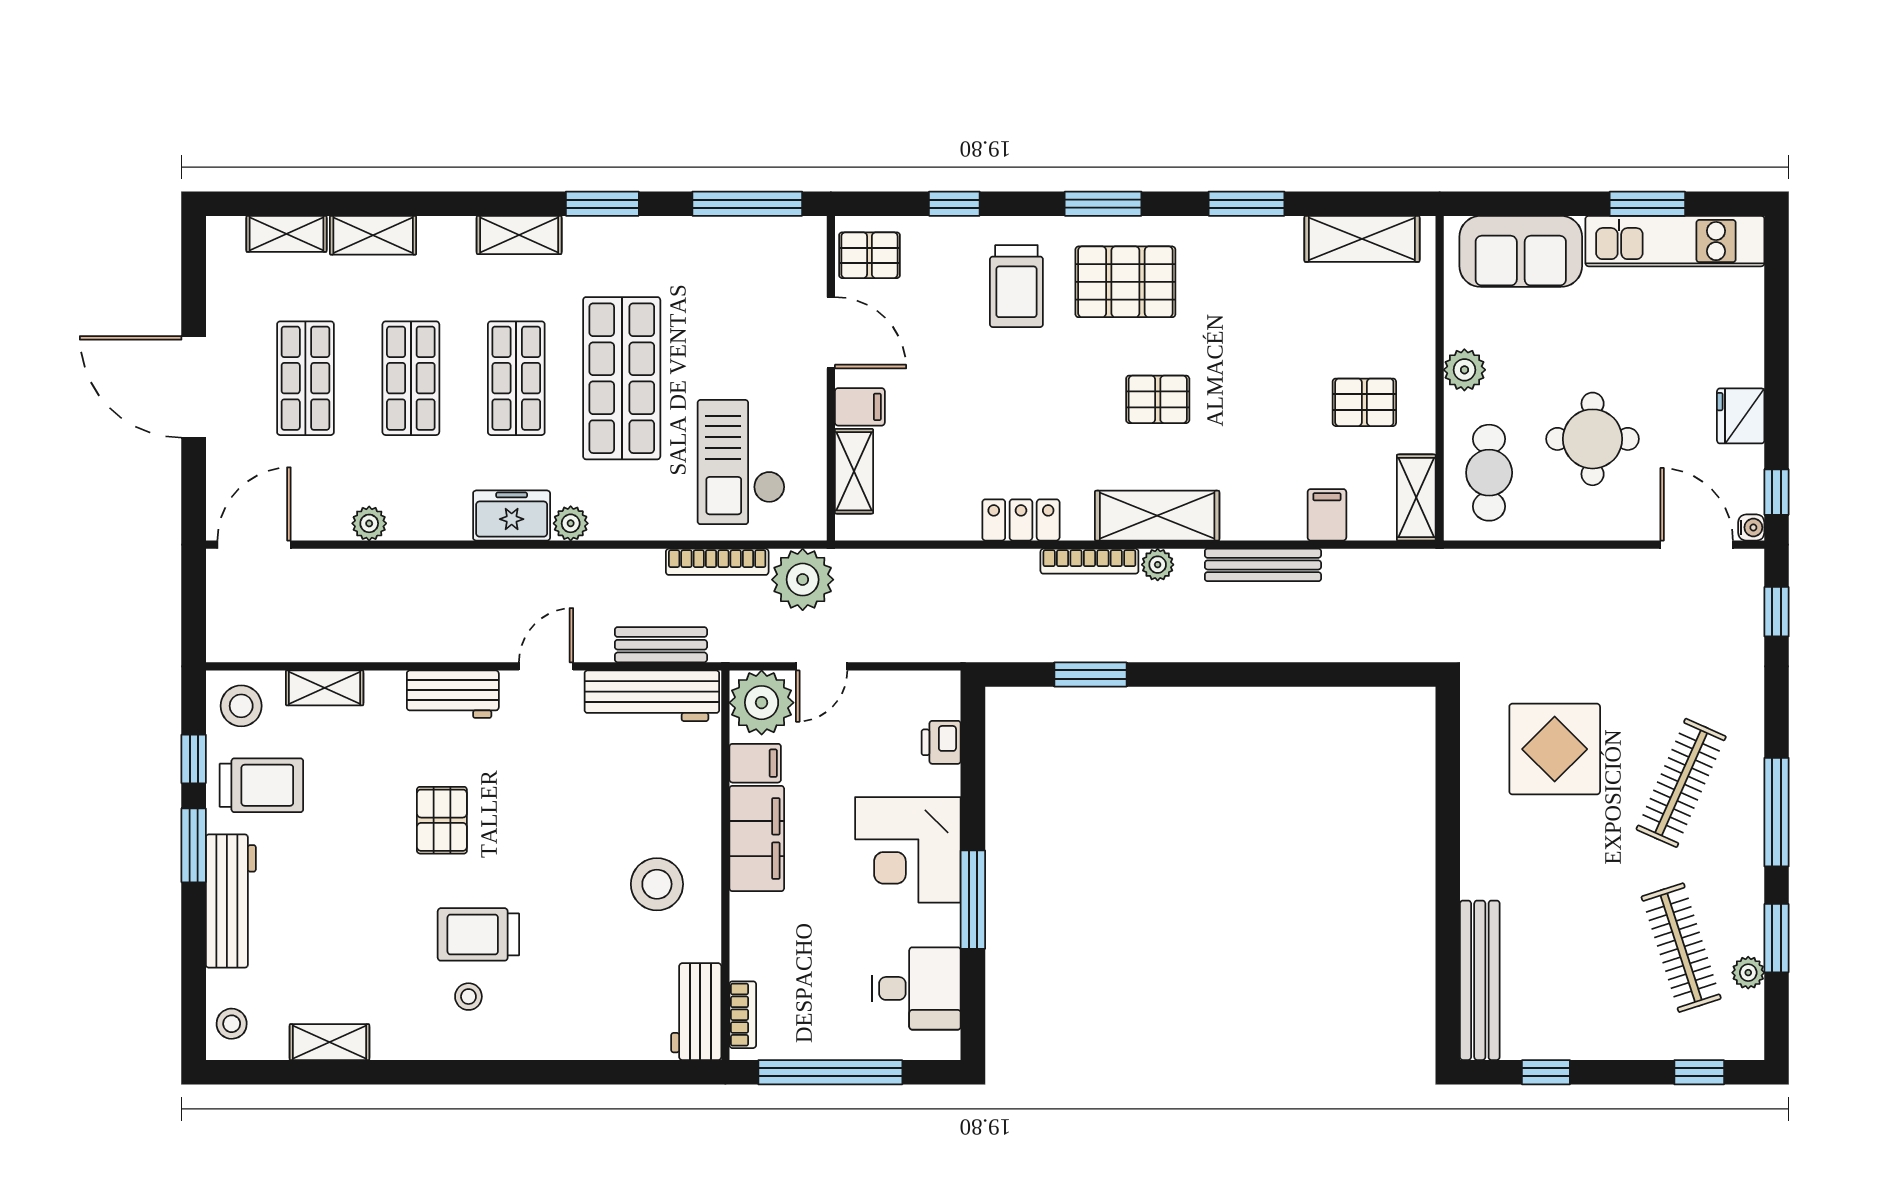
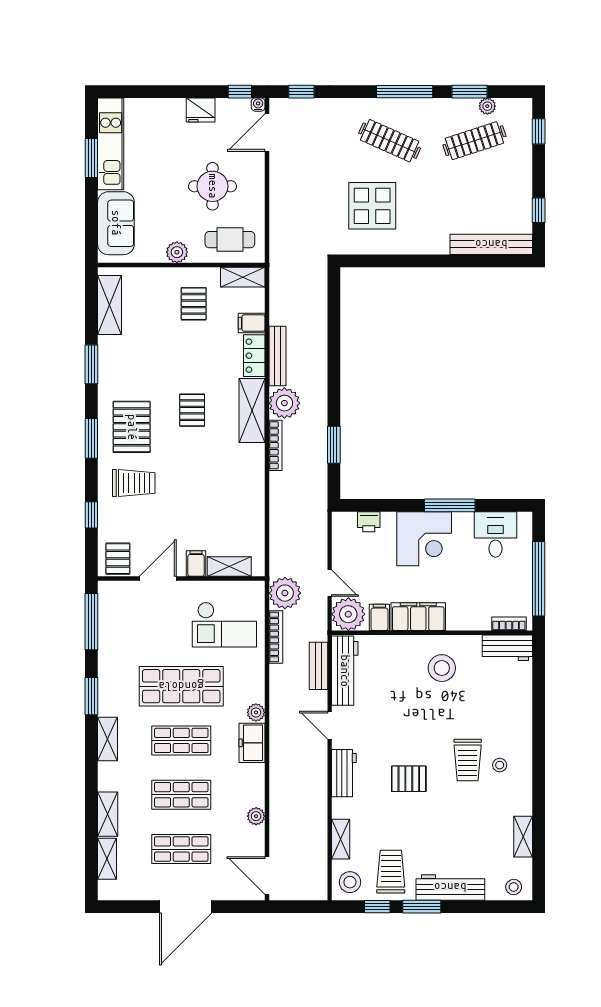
locker: (1021, 520) -> (254, 356), moved
plant: (1158, 565) -> (284, 403), width x1.88, depth x1.88

